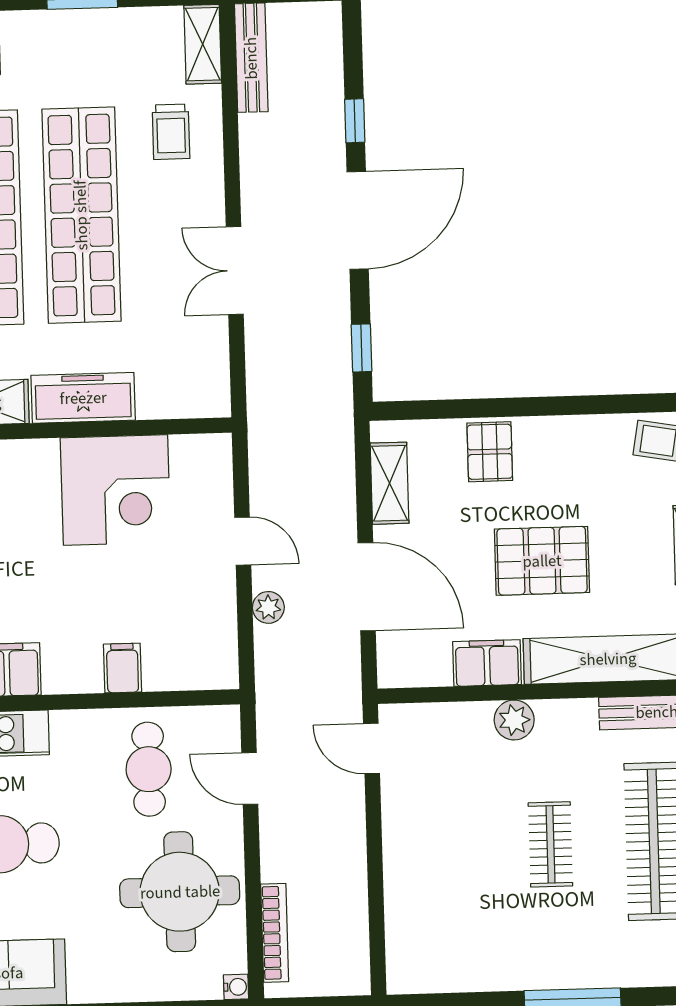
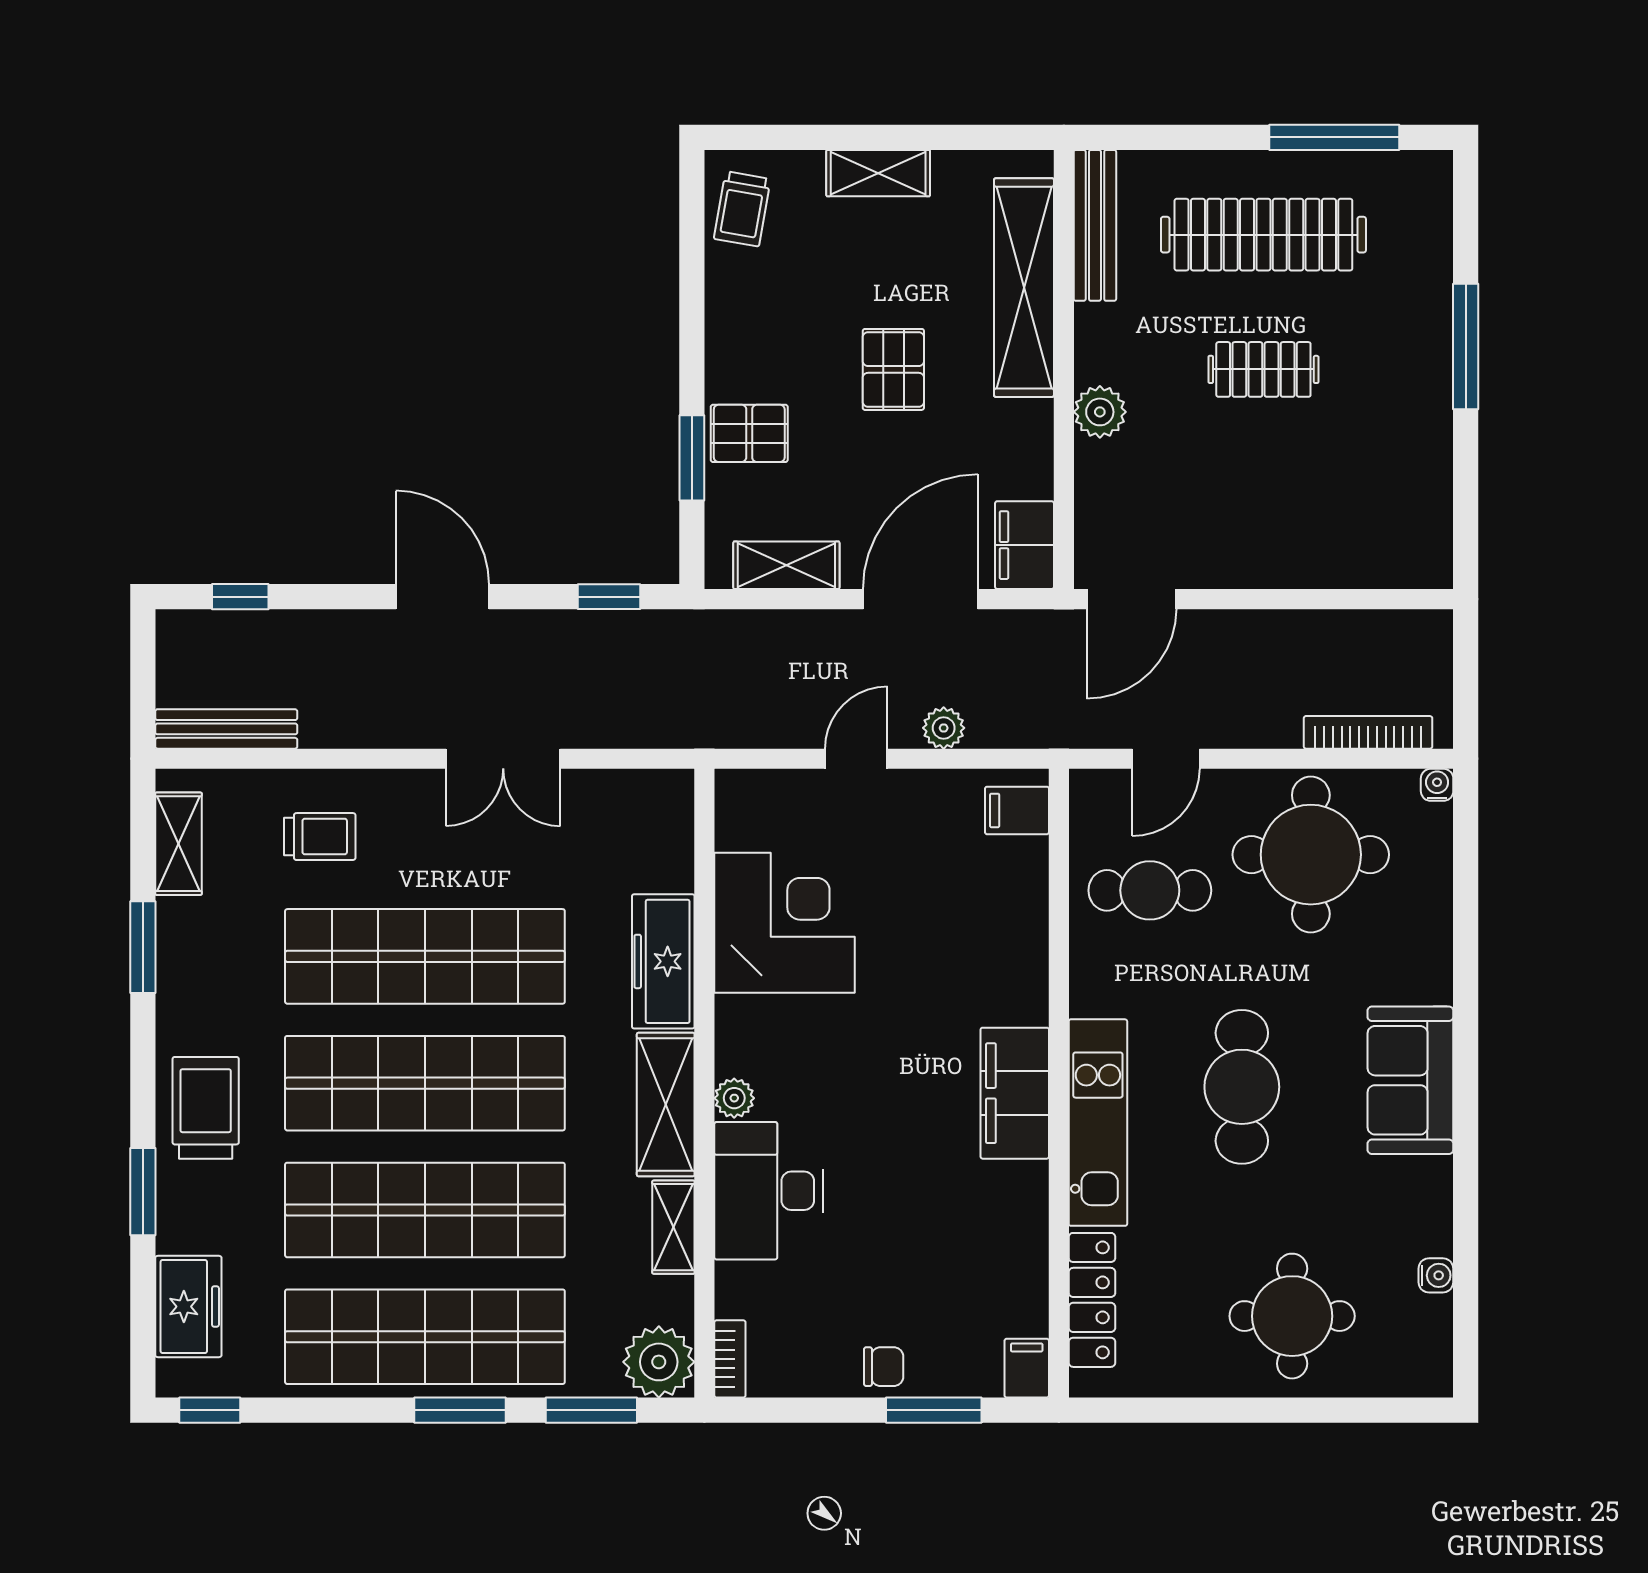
shelving: (203, 44) -> (179, 844), moved, turned 90
window: (355, 121) -> (240, 597), moved
door: (358, 220) -> (442, 597), width x0.73
window: (470, 408) -> (692, 458), added
pallet: (542, 561) -> (893, 369), width x0.67, depth x0.71
filing cabinet: (487, 663) -> (1025, 545), moved
filing cabinet: (123, 668) -> (1017, 810), moved
door: (371, 748) -> (1131, 599), width x1.38

